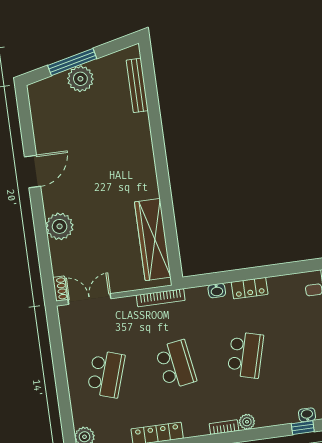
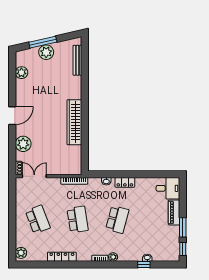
plant: (42, 121) -> (21, 73), added
door: (33, 172) -> (12, 116), moved
plant: (60, 226) -> (23, 144), moved
wardrobe: (153, 240) -> (74, 122), moved
school desk: (106, 374) -> (38, 219), turned -39

